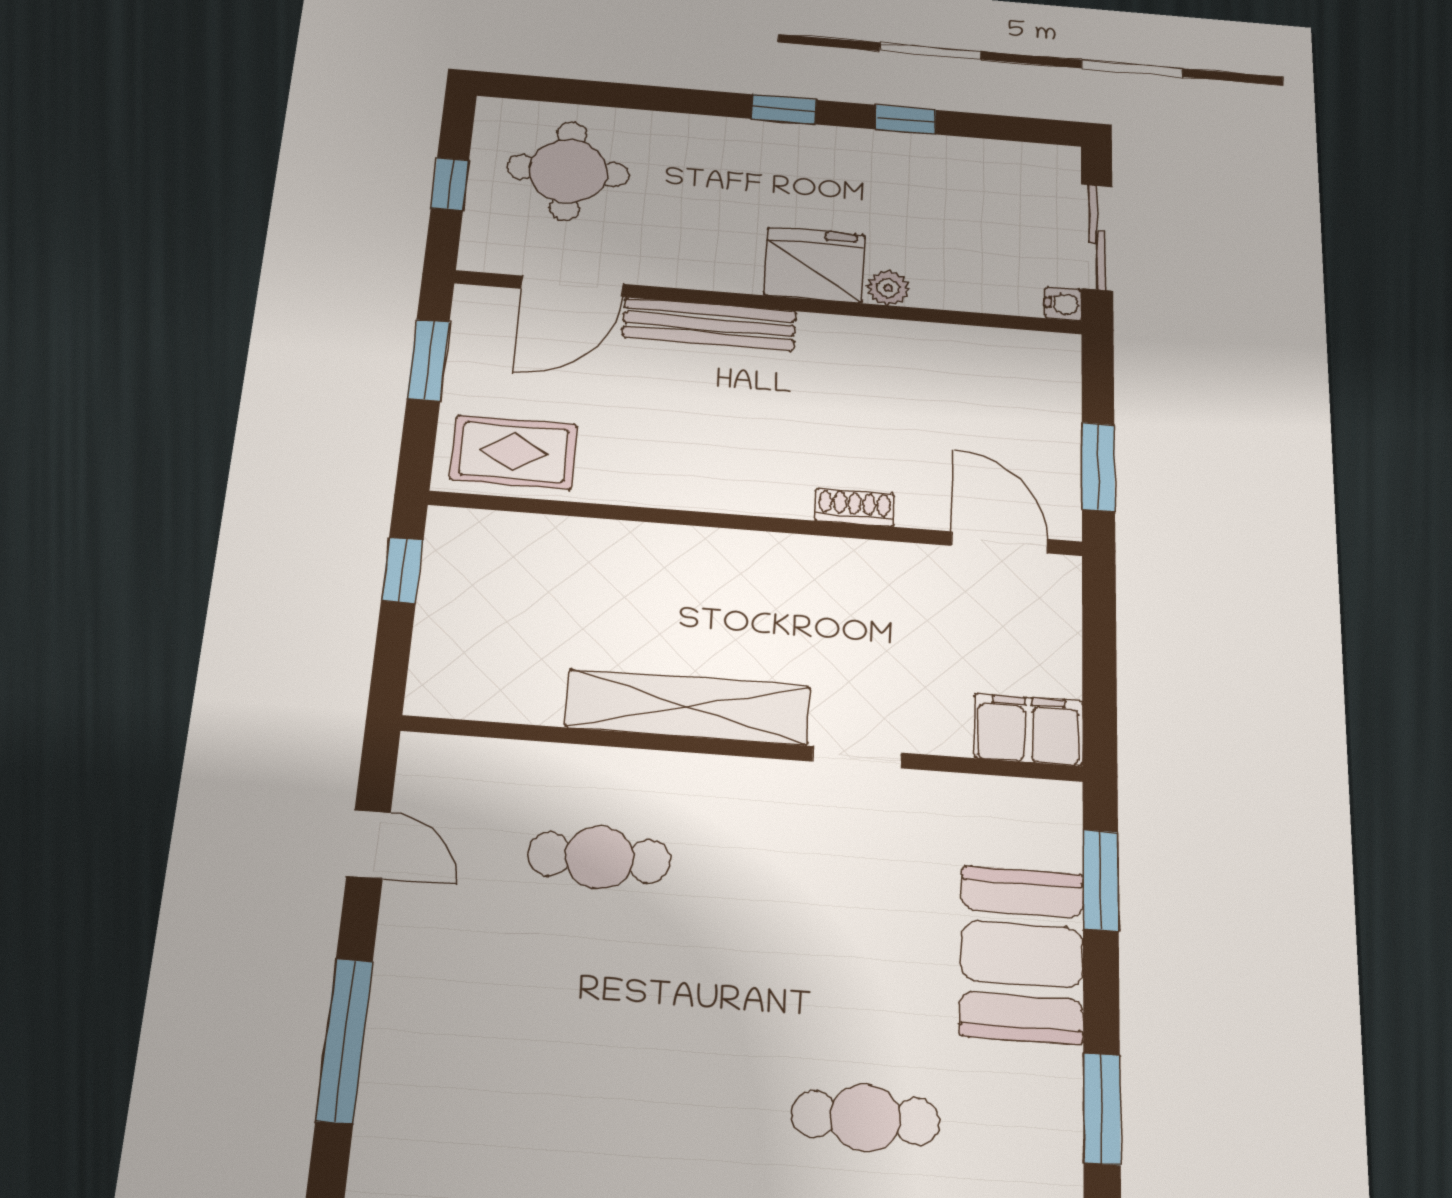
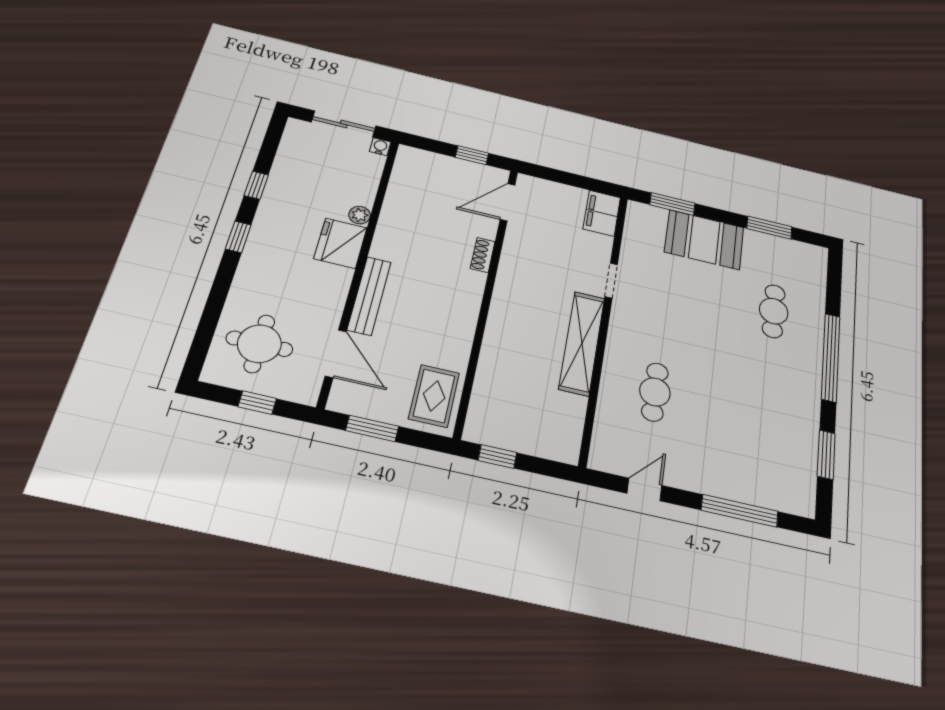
window: (1098, 467) -> (472, 155), width x0.67

